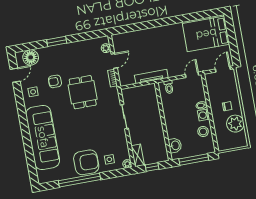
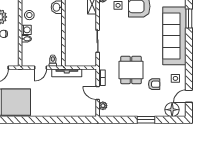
door: (114, 61) -> (98, 93), hinge flipped
door: (192, 75) -> (40, 68), moved
window: (30, 159) -> (189, 19), added

